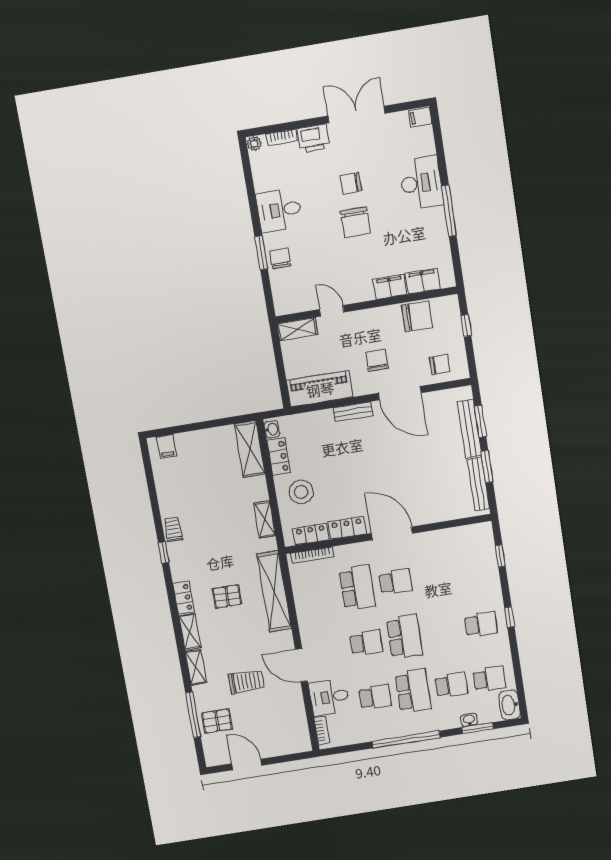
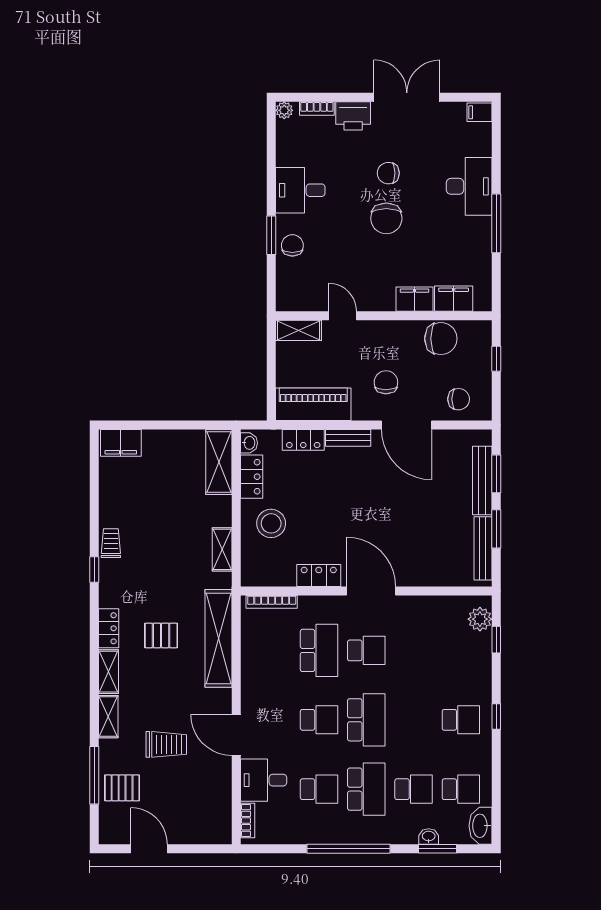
filing cabinet: (166, 446) -> (121, 443), width x2.00
locker: (311, 534) -> (303, 440), moved, turned 180
plant: (484, 542) -> (480, 619), added

